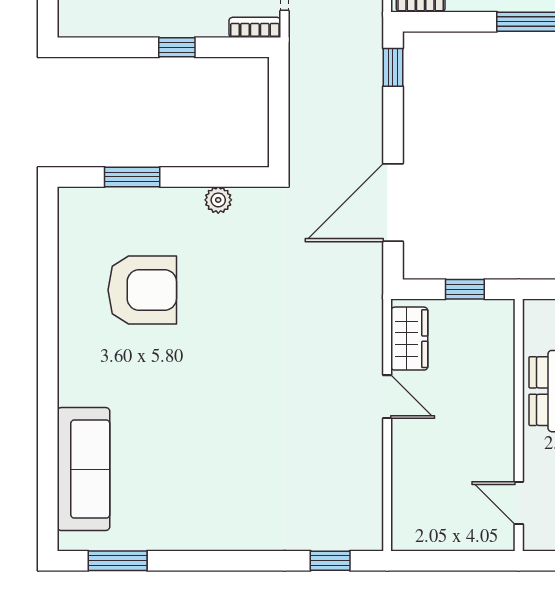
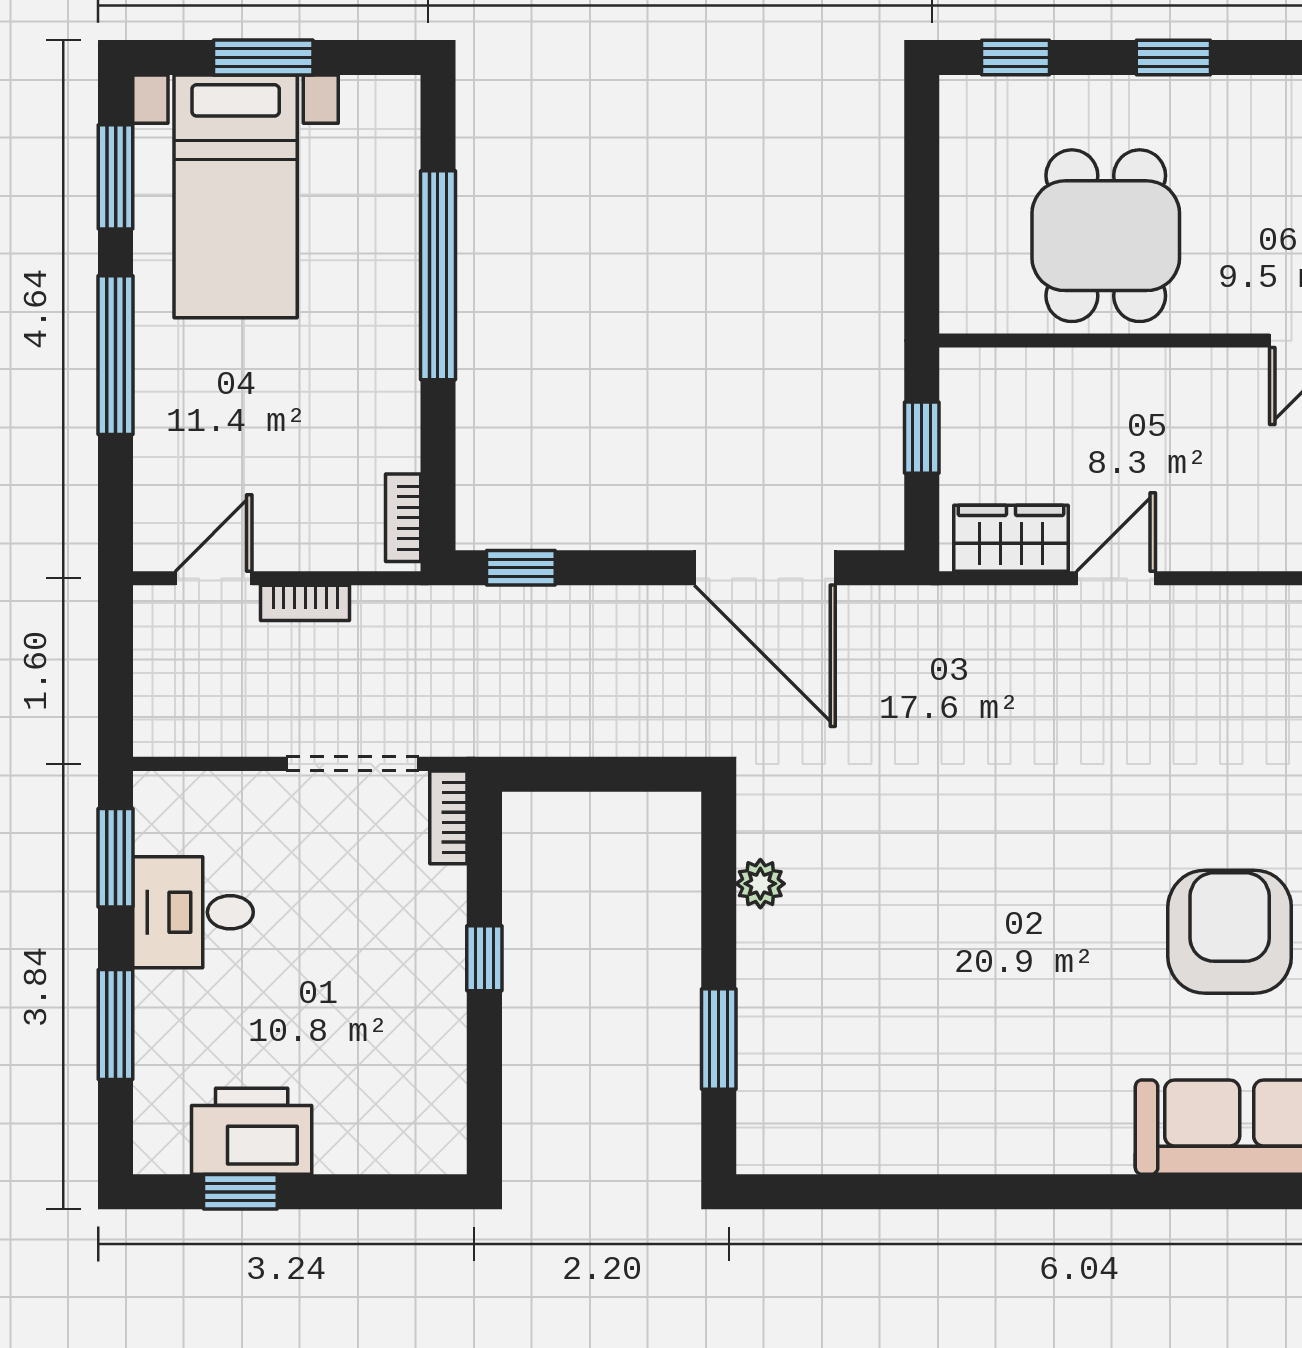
armchair: (142, 290) -> (1230, 932), moved

